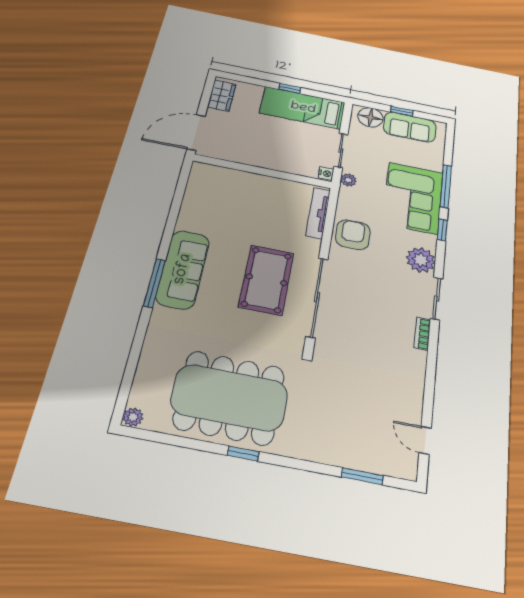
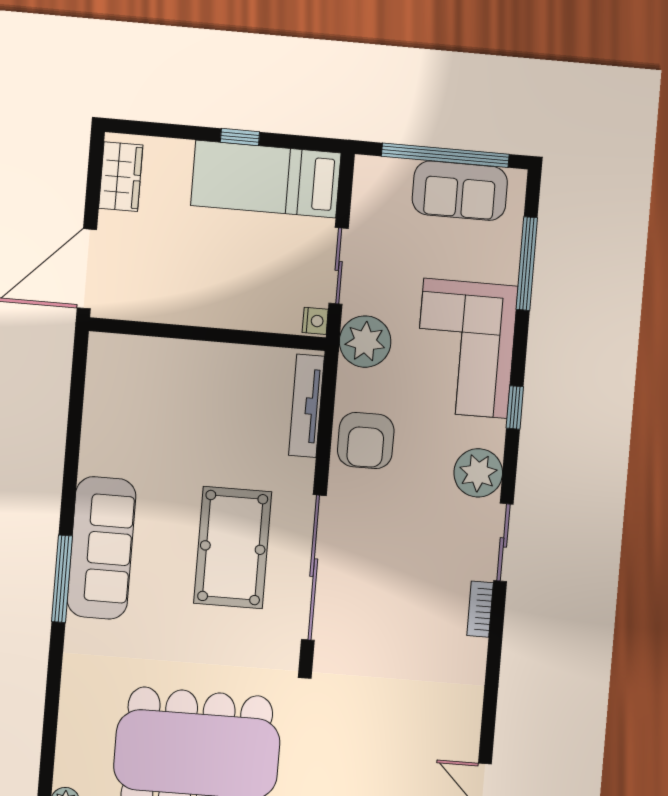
window: (402, 111) -> (445, 155), width x3.17
floor lamp: (370, 117) -> (388, 180), removed
plant: (348, 180) -> (365, 342), width x1.87, depth x1.87
window: (446, 186) -> (527, 264), moved
armchair: (353, 235) -> (366, 441), turned 180

